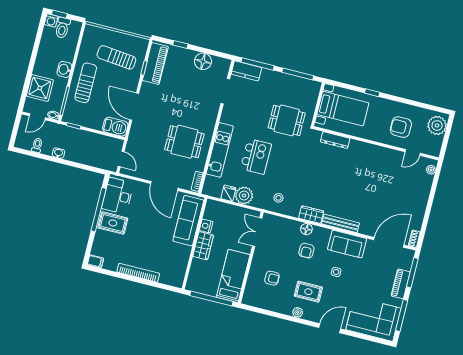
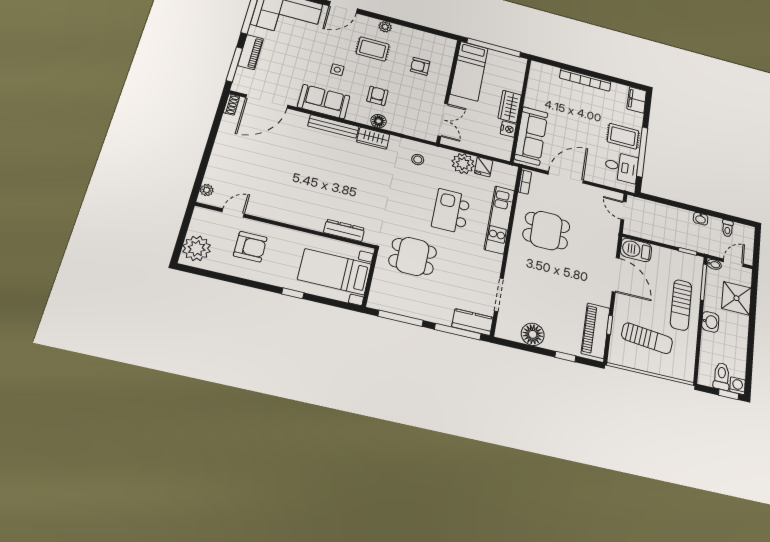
door: (164, 186) -> (566, 177), hinge flipped
desk: (118, 196) -> (621, 167), width x0.73
filing cabinet: (95, 261) -> (637, 100), width x2.00

